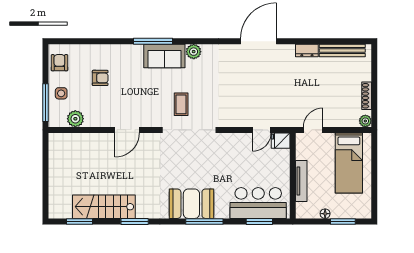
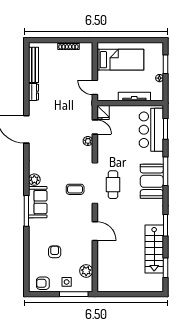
plant: (365, 121) -> (88, 141), moved
cafe table: (187, 153) -> (113, 185), added

